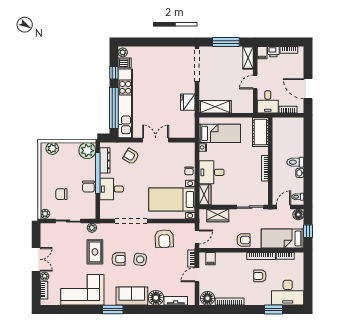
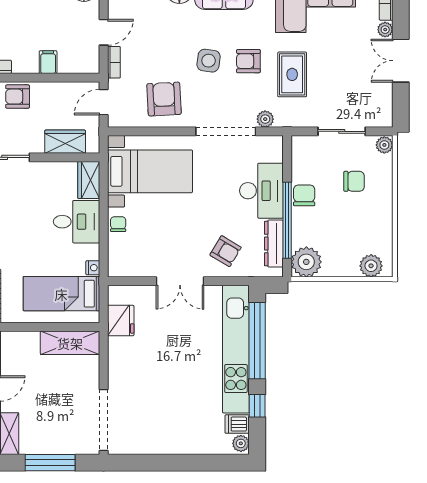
fridge: (188, 102) -> (121, 320), moved
desk: (112, 189) -> (261, 191), width x1.37
plant: (92, 228) -> (265, 119), moved
filing cabinet: (211, 259) -> (48, 62), moved

